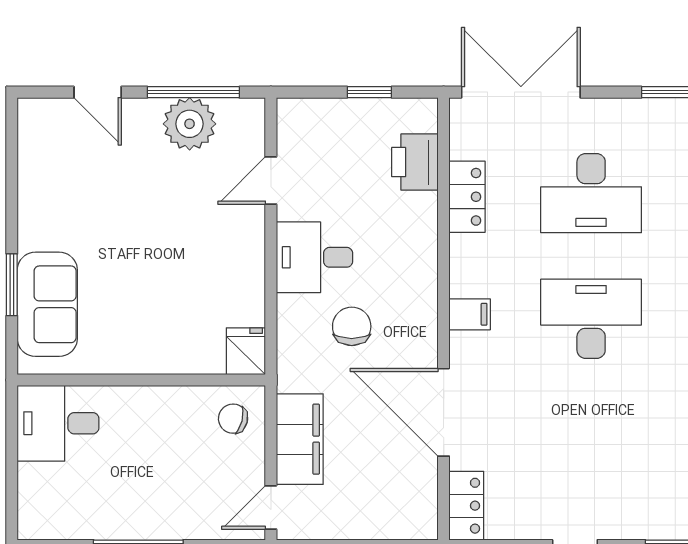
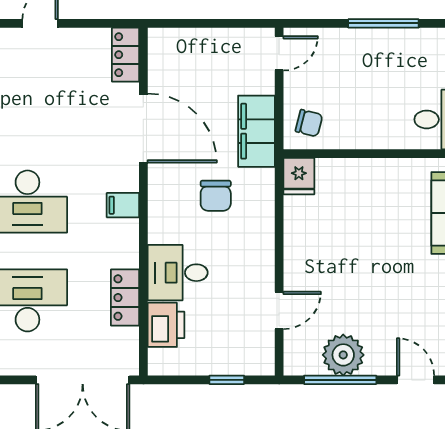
window: (369, 92) -> (227, 380), moved
desk: (314, 257) -> (178, 273), moved, turned 180
filing cabinet: (300, 439) -> (257, 131), moved

